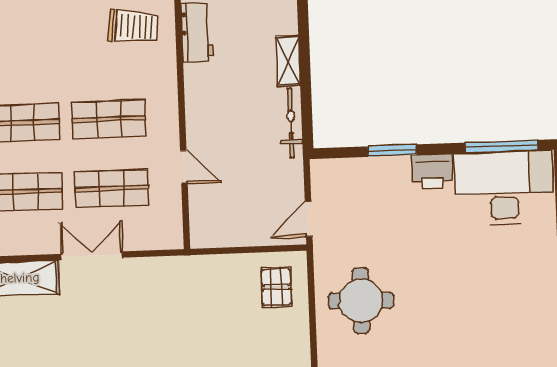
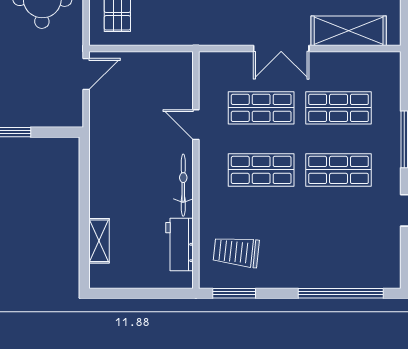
shelving: (288, 61) -> (99, 241), moved
bicycle: (291, 123) -> (183, 185), moved, turned 180

